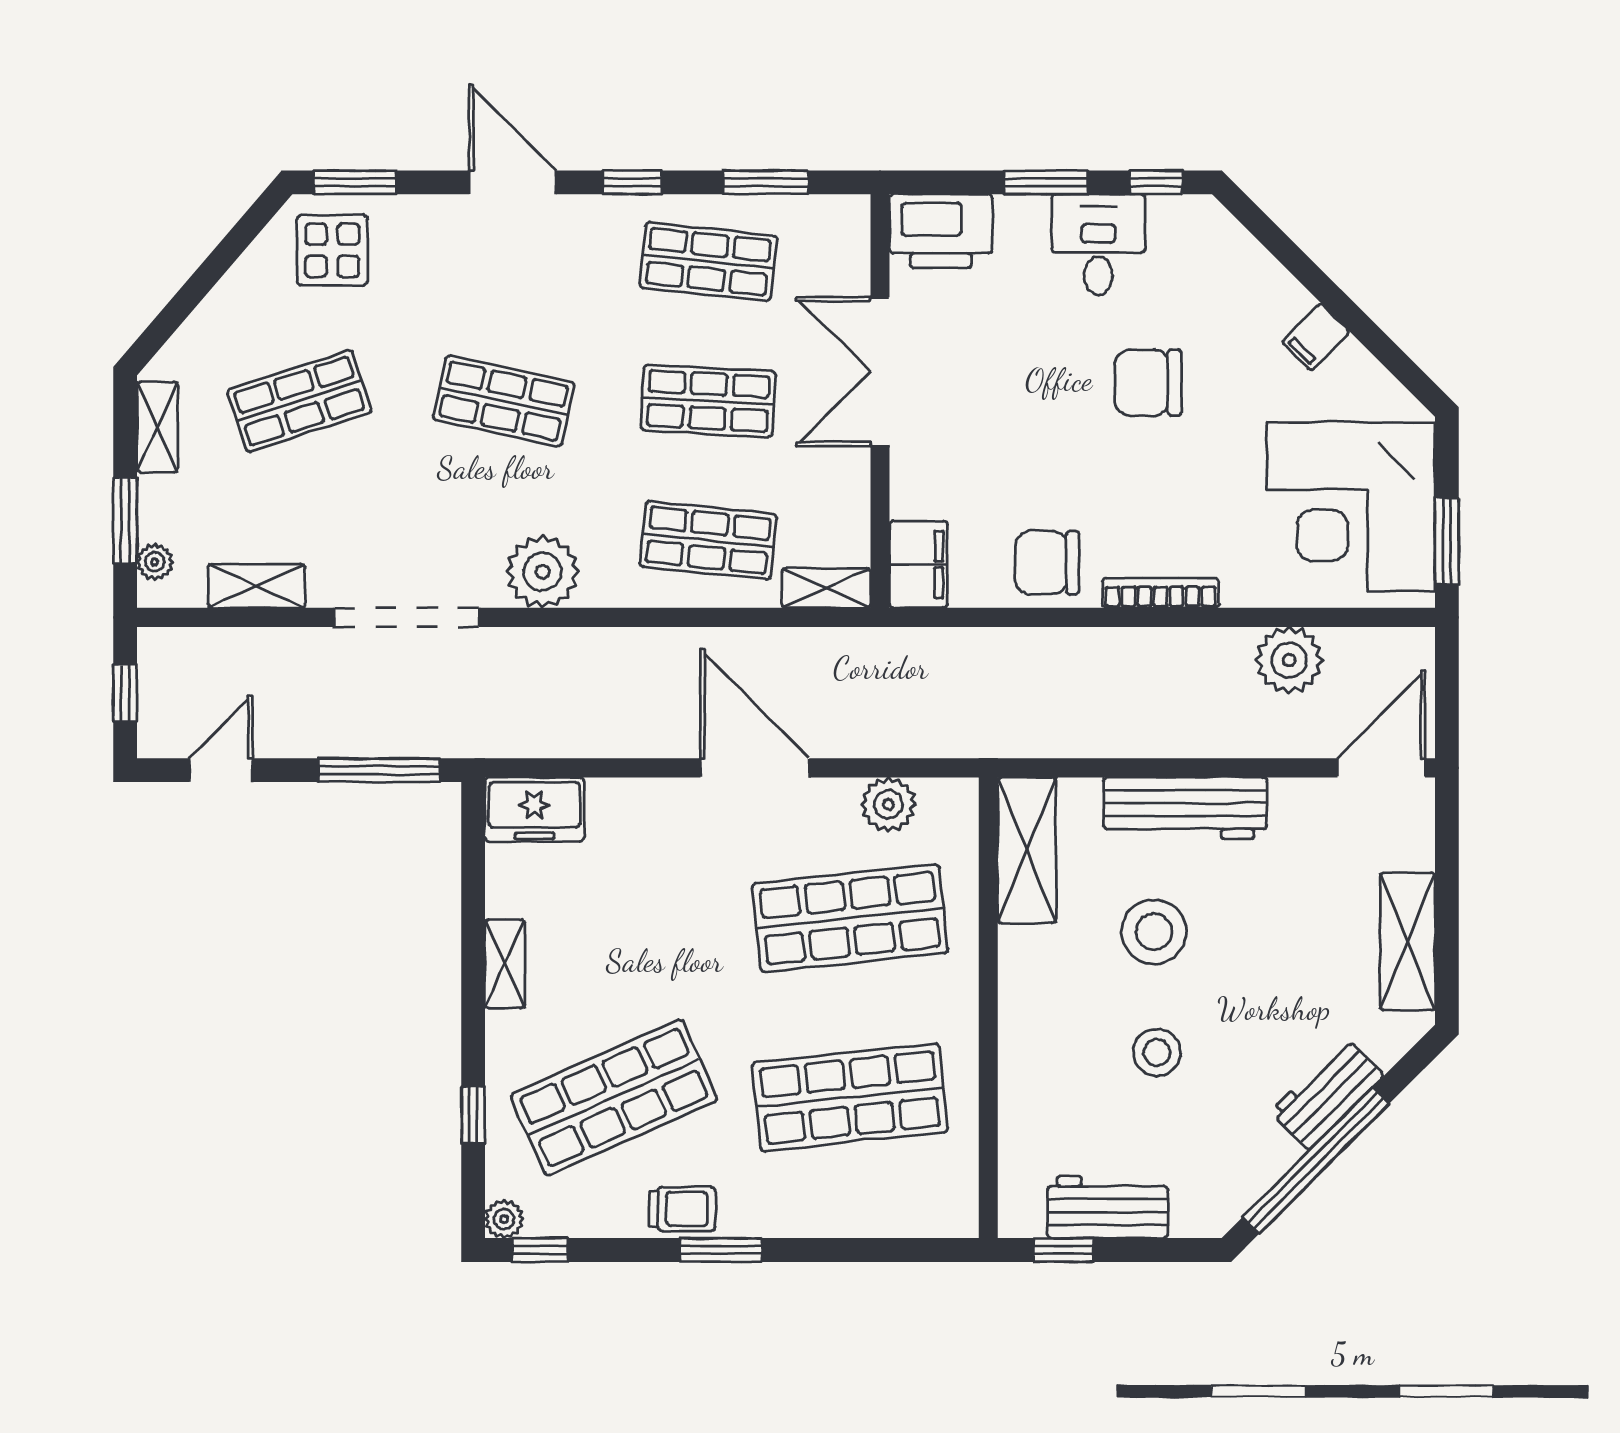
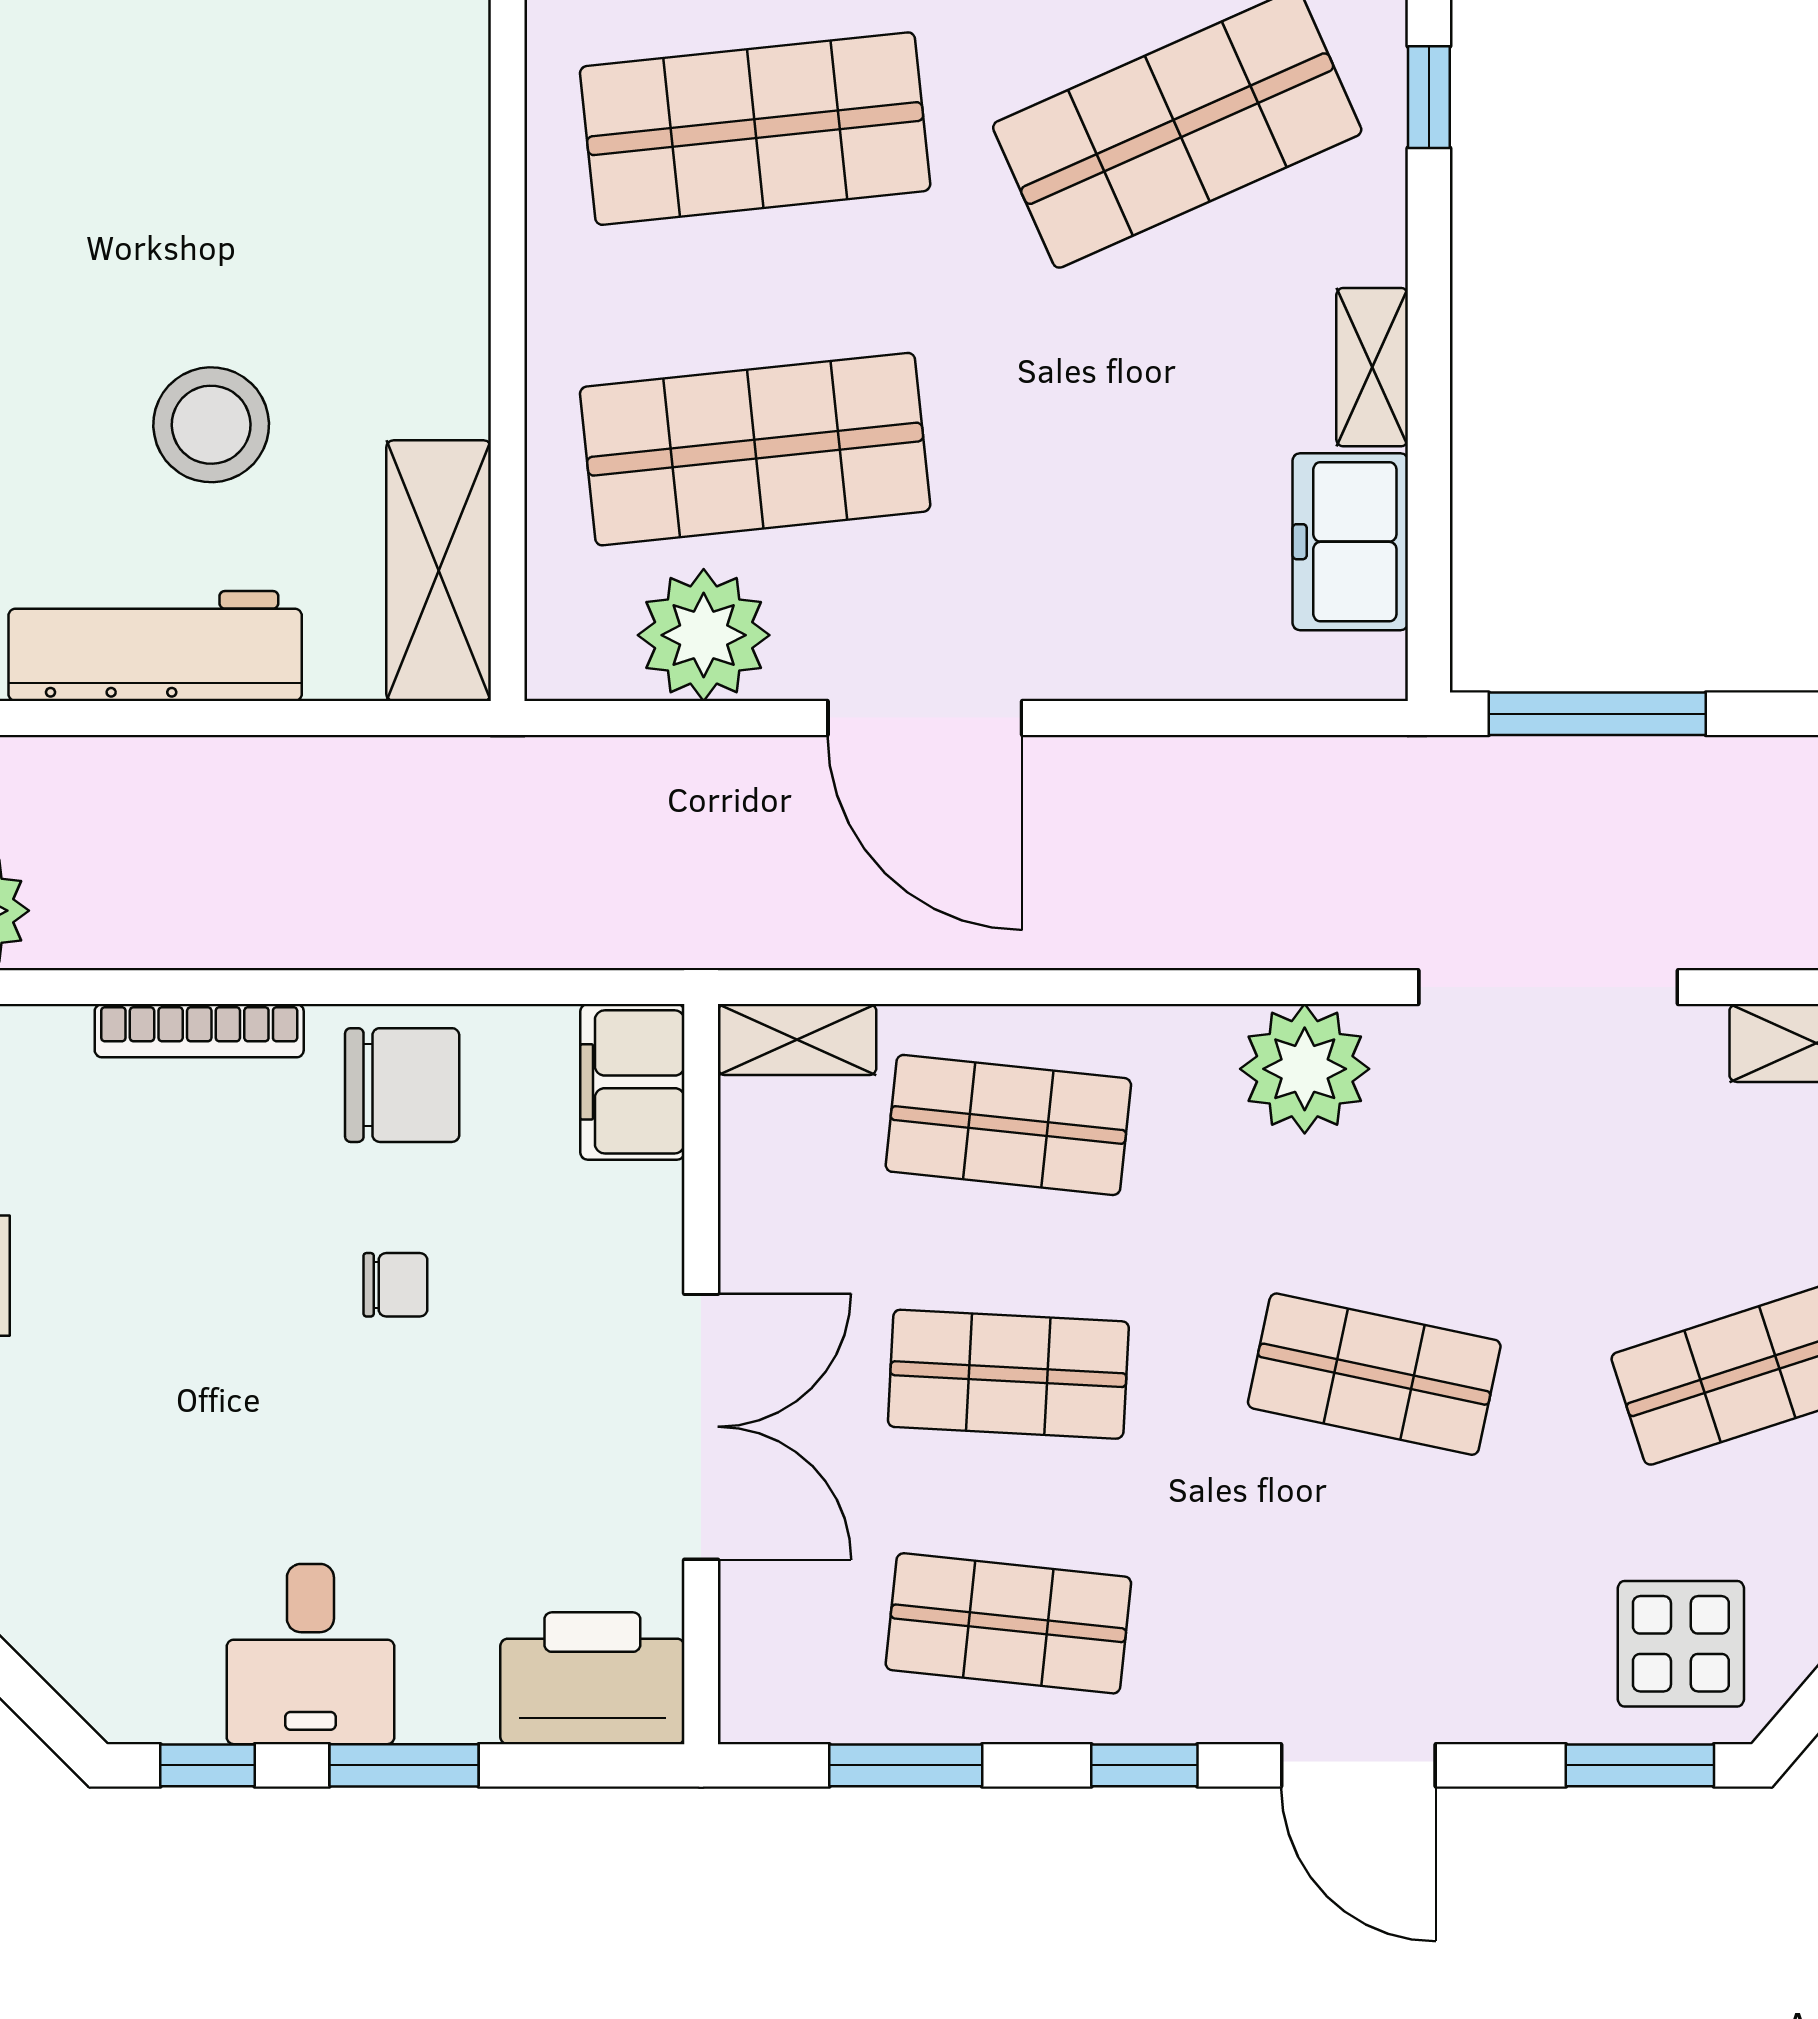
chair: (1148, 383) -> (395, 1285), moved, width x0.54, depth x0.54
plant: (888, 804) -> (704, 635), width x1.36, depth x1.36
freezer: (534, 809) -> (1350, 542), moved, turned -90
stool: (1157, 1052) -> (206, 209), removed

